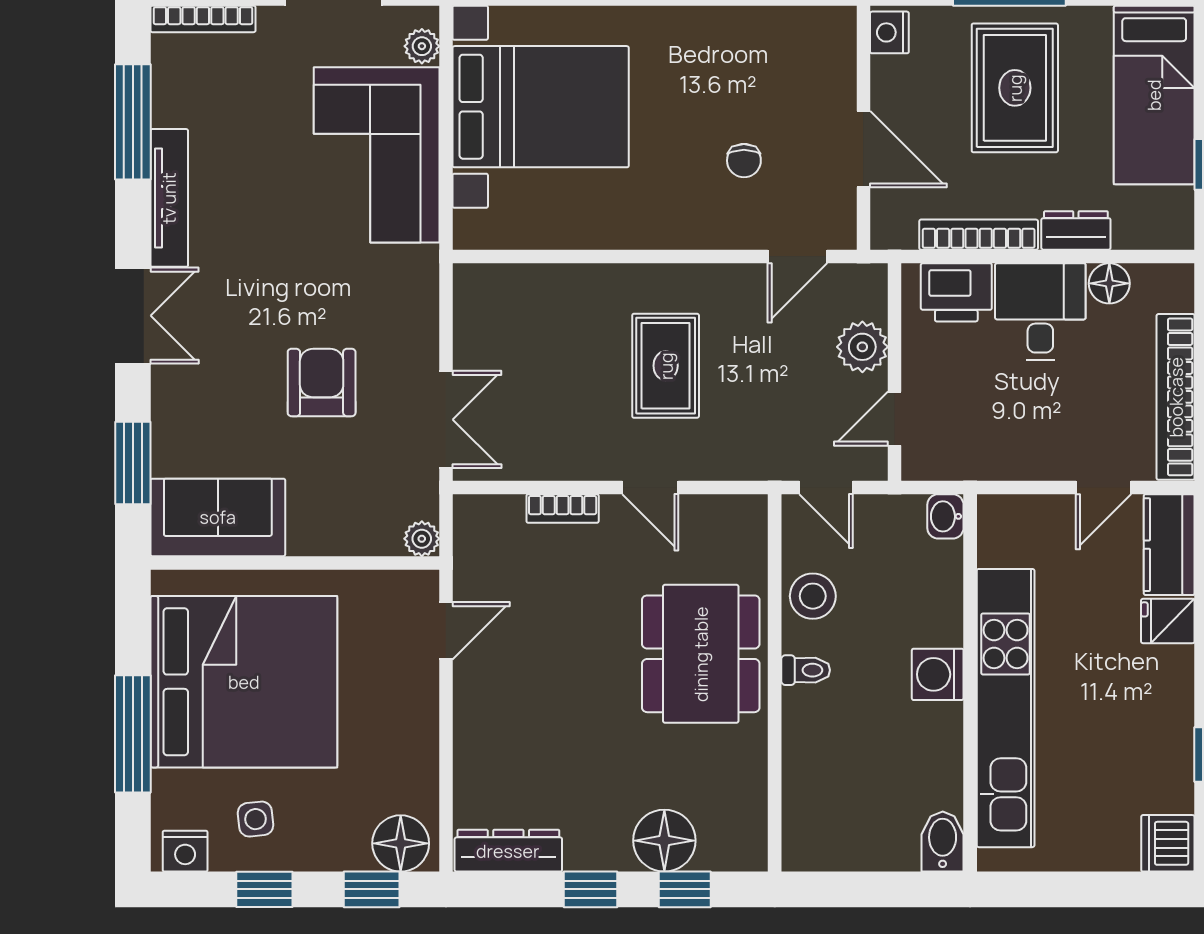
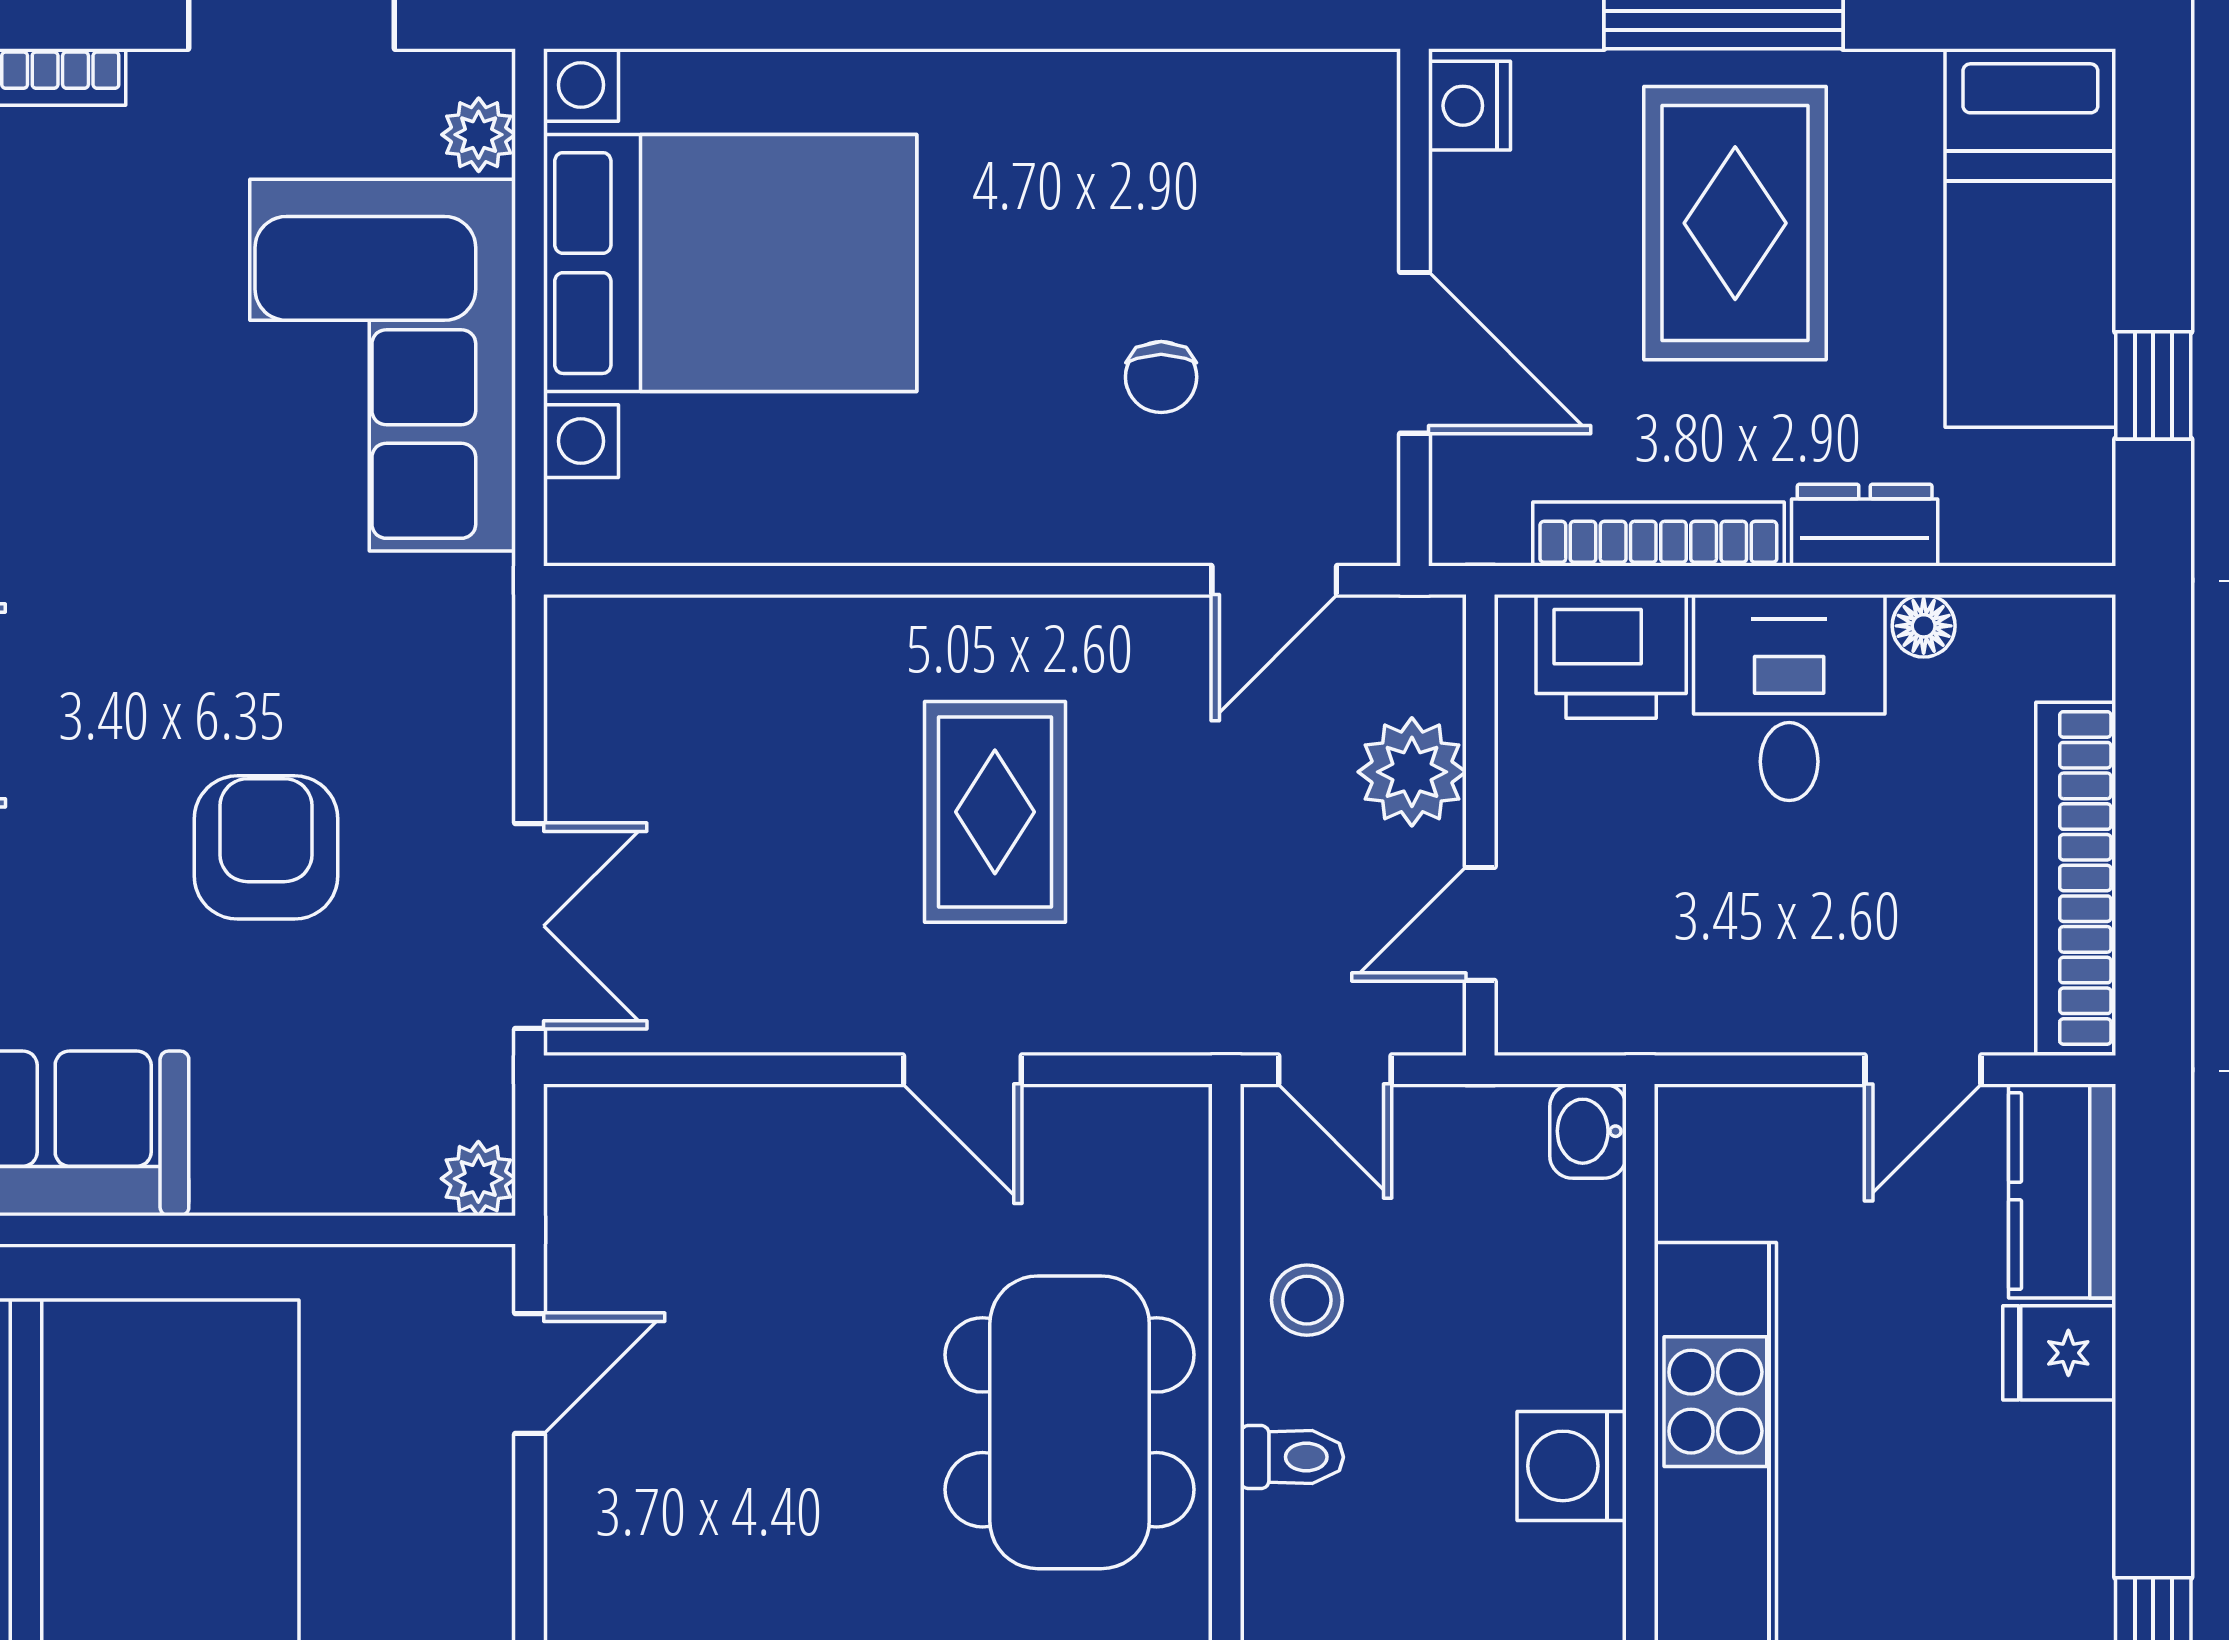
floor lamp: (1109, 283) -> (1924, 626), width x0.73, depth x0.73
bookcase: (563, 509) -> (777, 1114), removed
stool: (813, 596) -> (1307, 1300), width x0.73, depth x0.73

